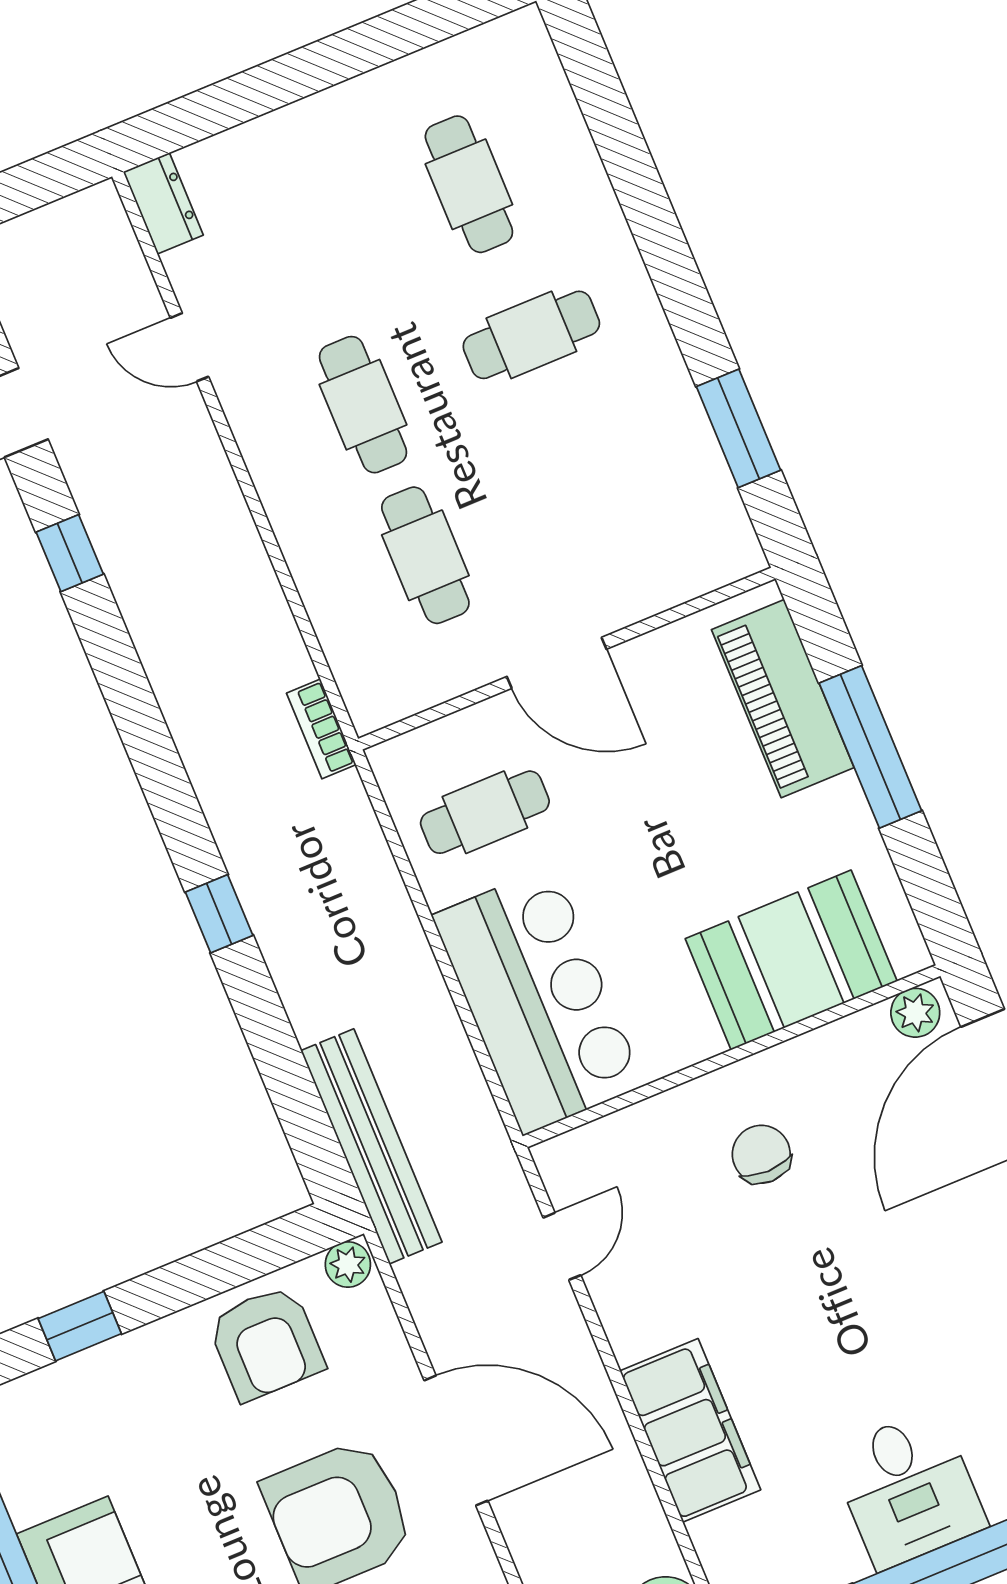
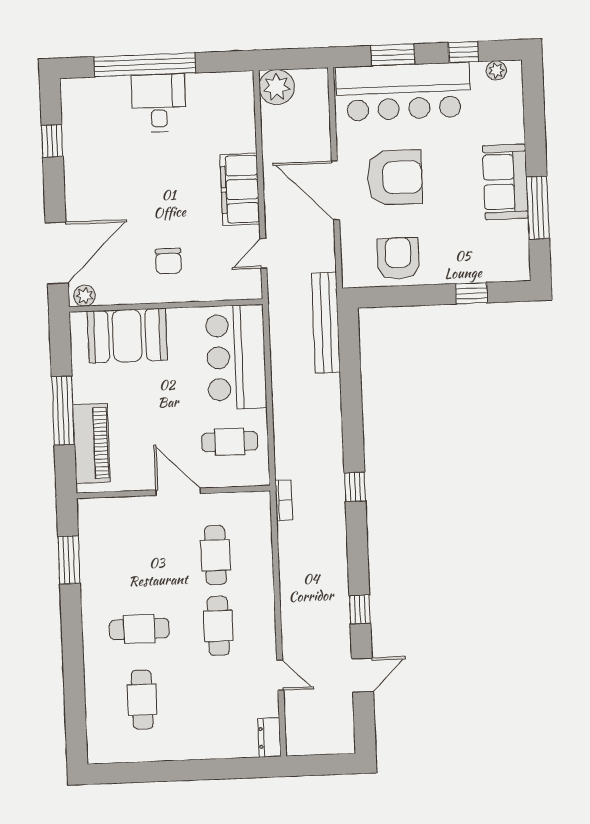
window: (219, 914) -> (355, 487), moved
plant: (348, 1264) -> (353, 278), removed
filing cabinet: (690, 1430) -> (240, 189), moved

